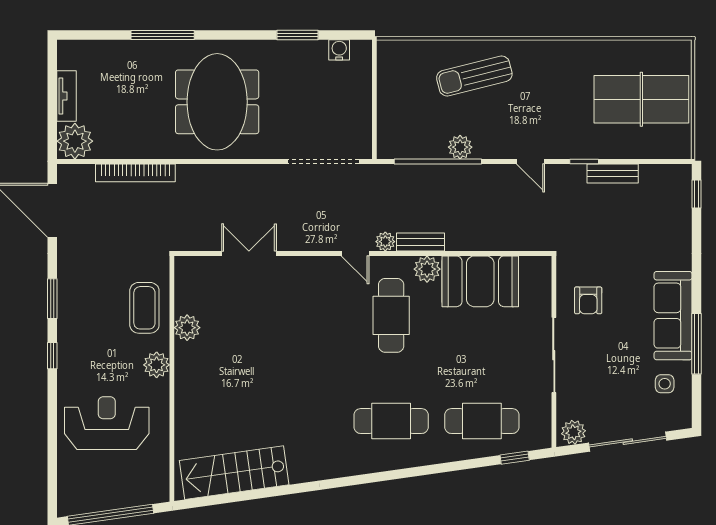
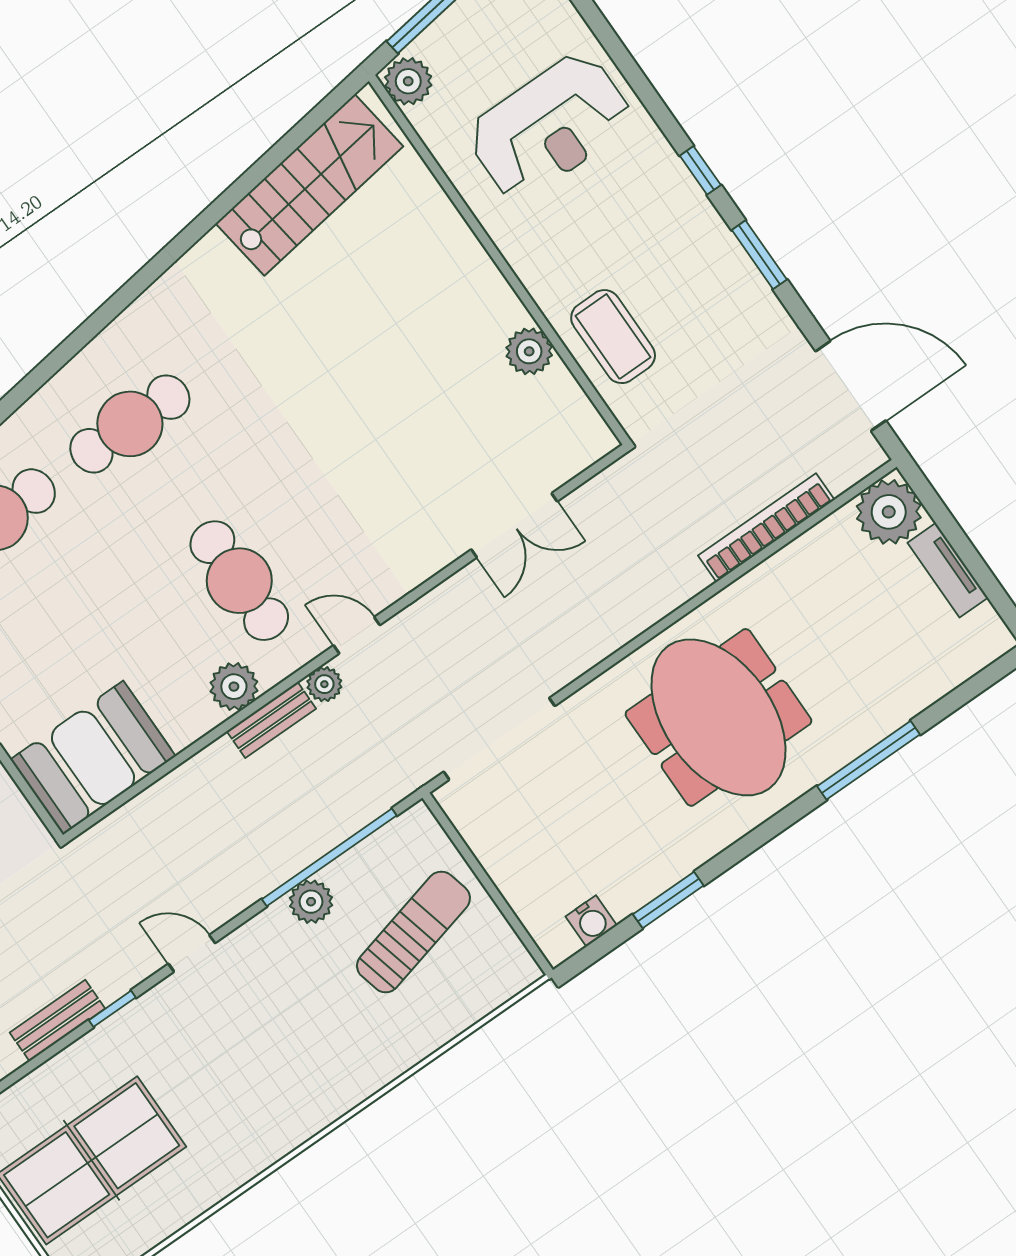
sun lounger: (474, 76) -> (413, 932), moved
booth: (480, 281) -> (93, 758), moved
plant: (157, 365) -> (408, 81), moved

